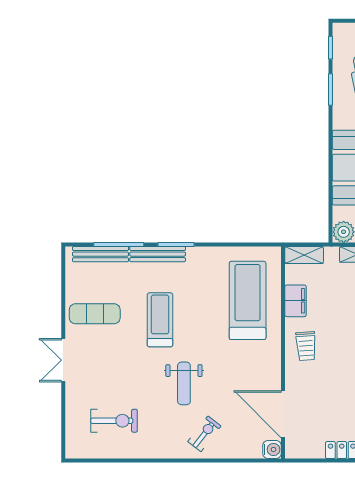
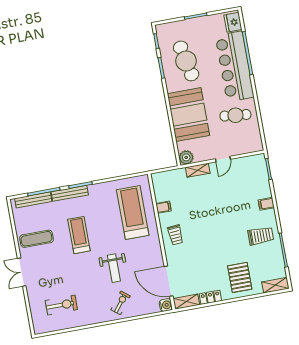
shelving: (304, 255) -> (186, 302), moved
filing cabinet: (296, 301) -> (164, 207), width x0.50
weight bench: (184, 383) -> (114, 268), moved

